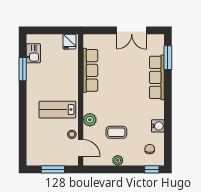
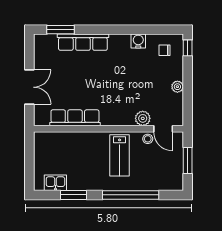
double door: (132, 30) -> (29, 87), moved
fridge: (69, 42) -> (42, 142), removed
window: (23, 119) -> (131, 195), added
plant: (90, 120) -> (143, 118), moved
coffee table: (116, 132) -> (145, 88), removed
door: (81, 148) -> (163, 129), swing flipped

